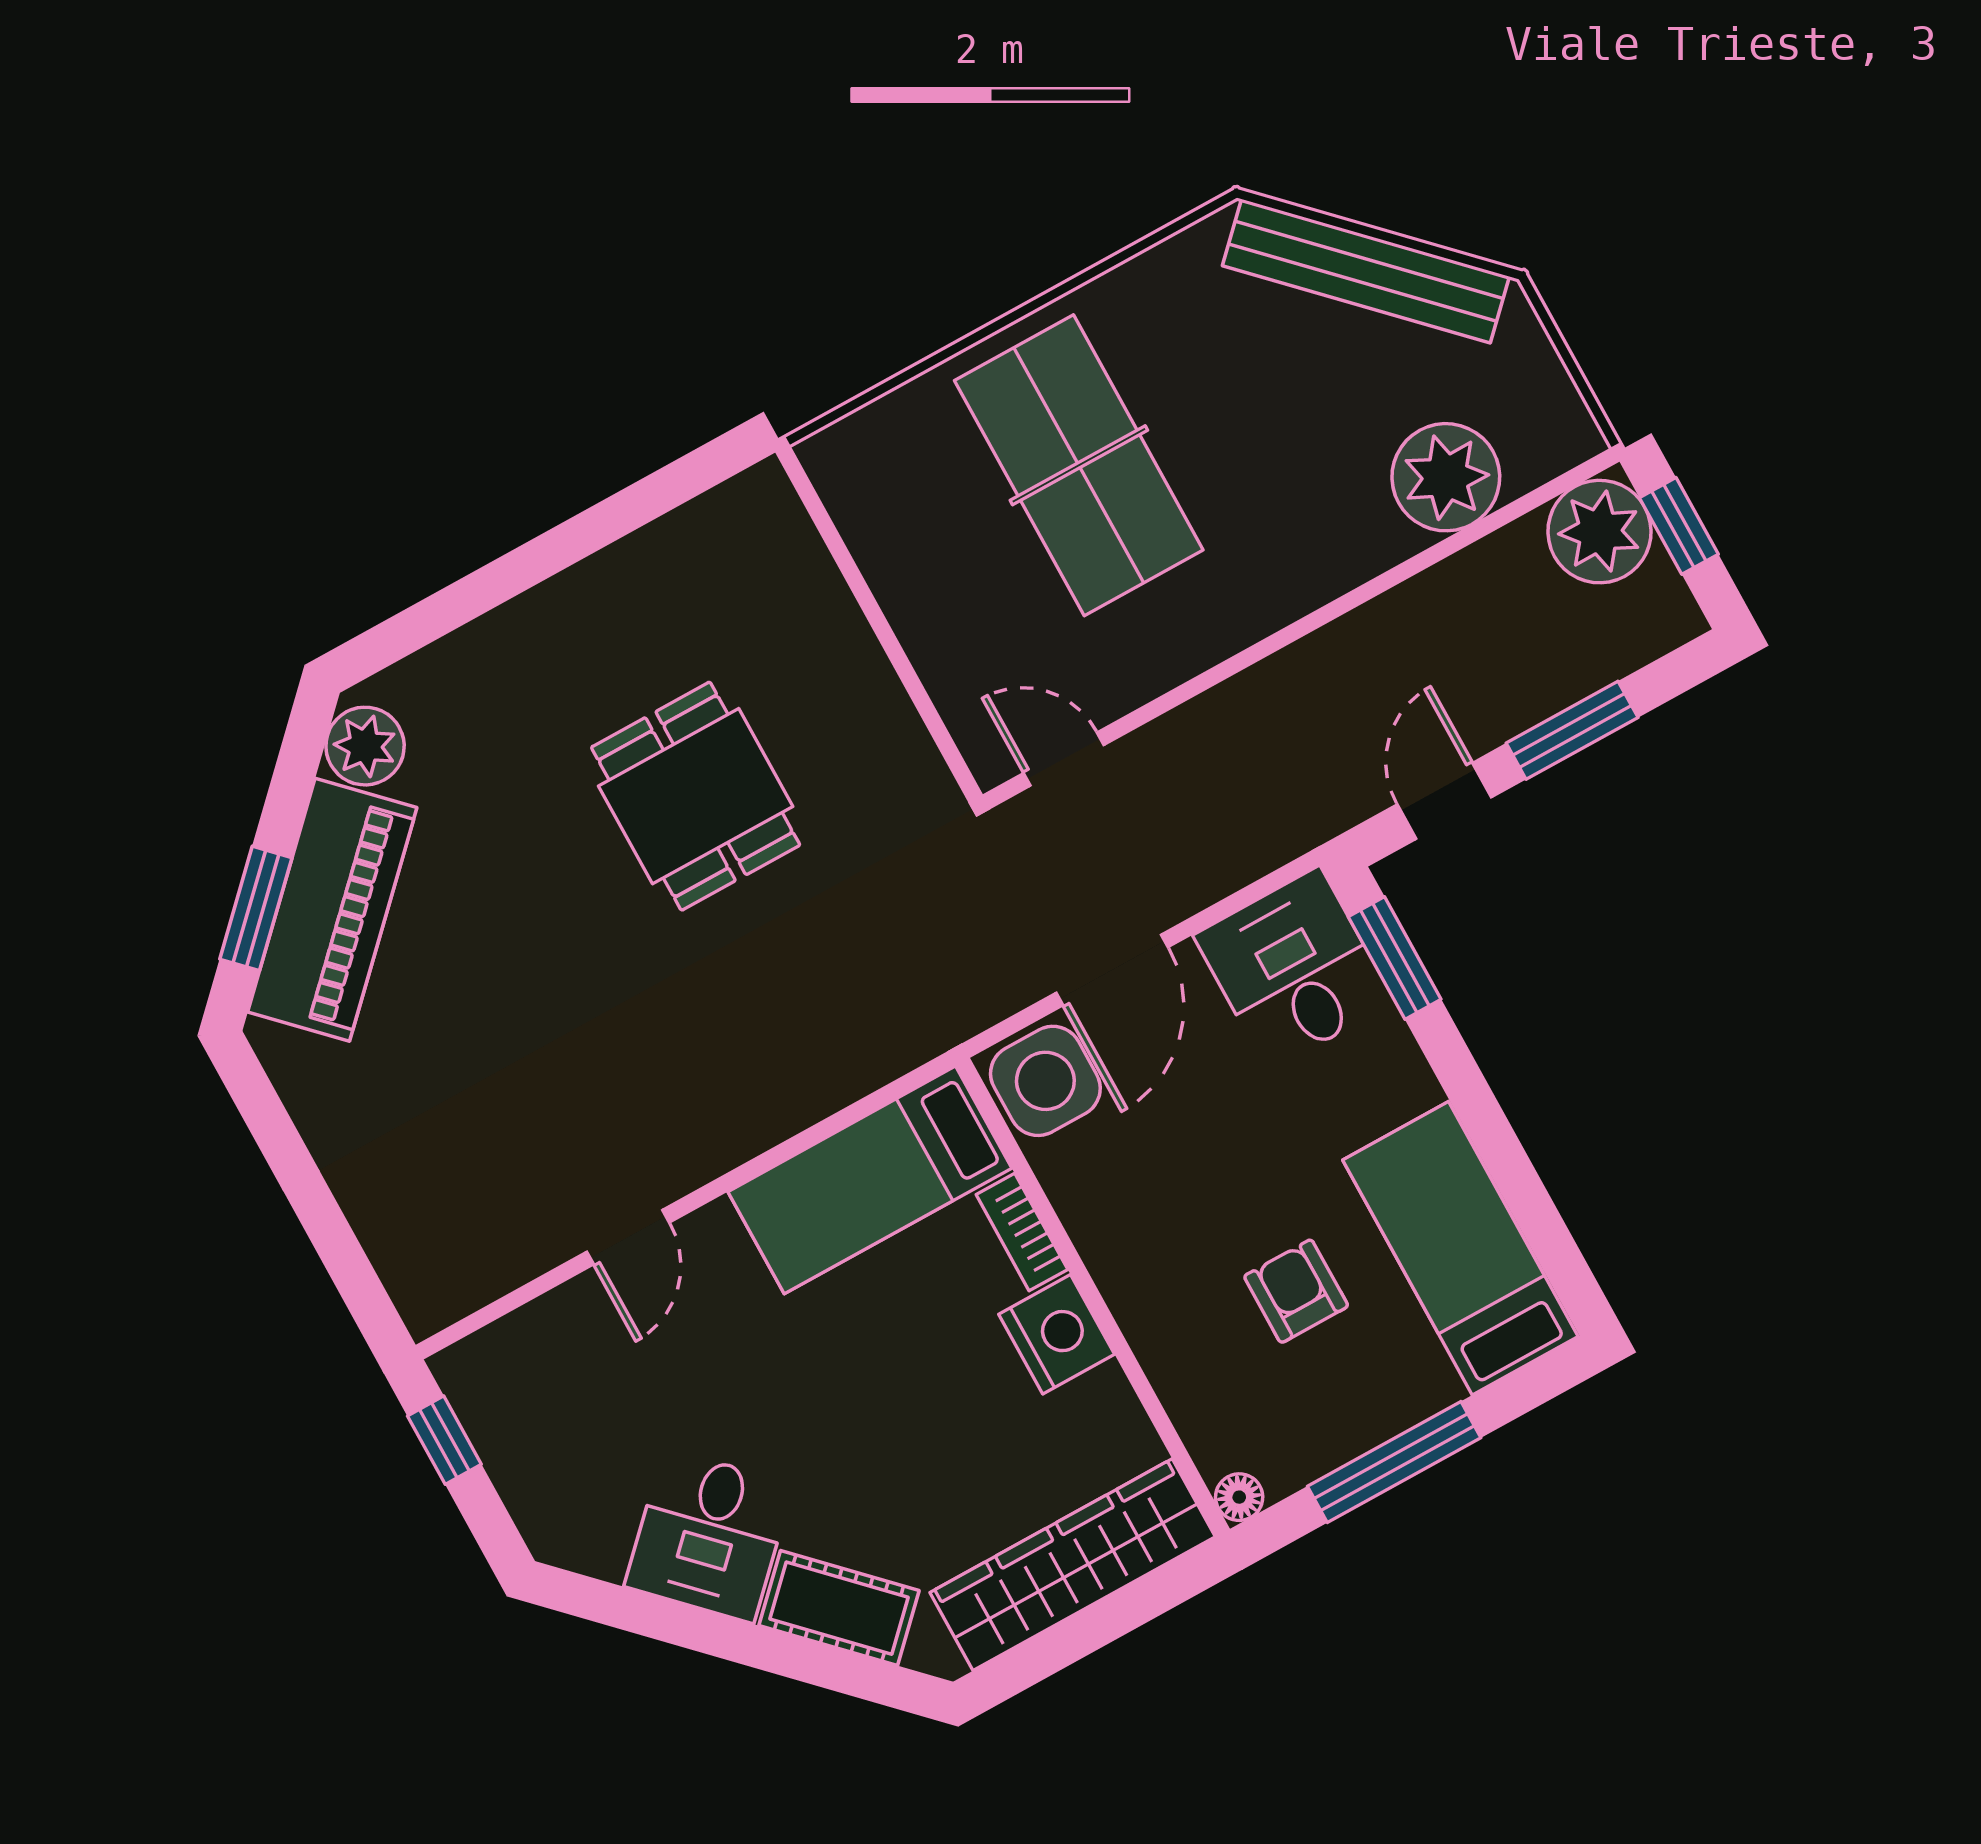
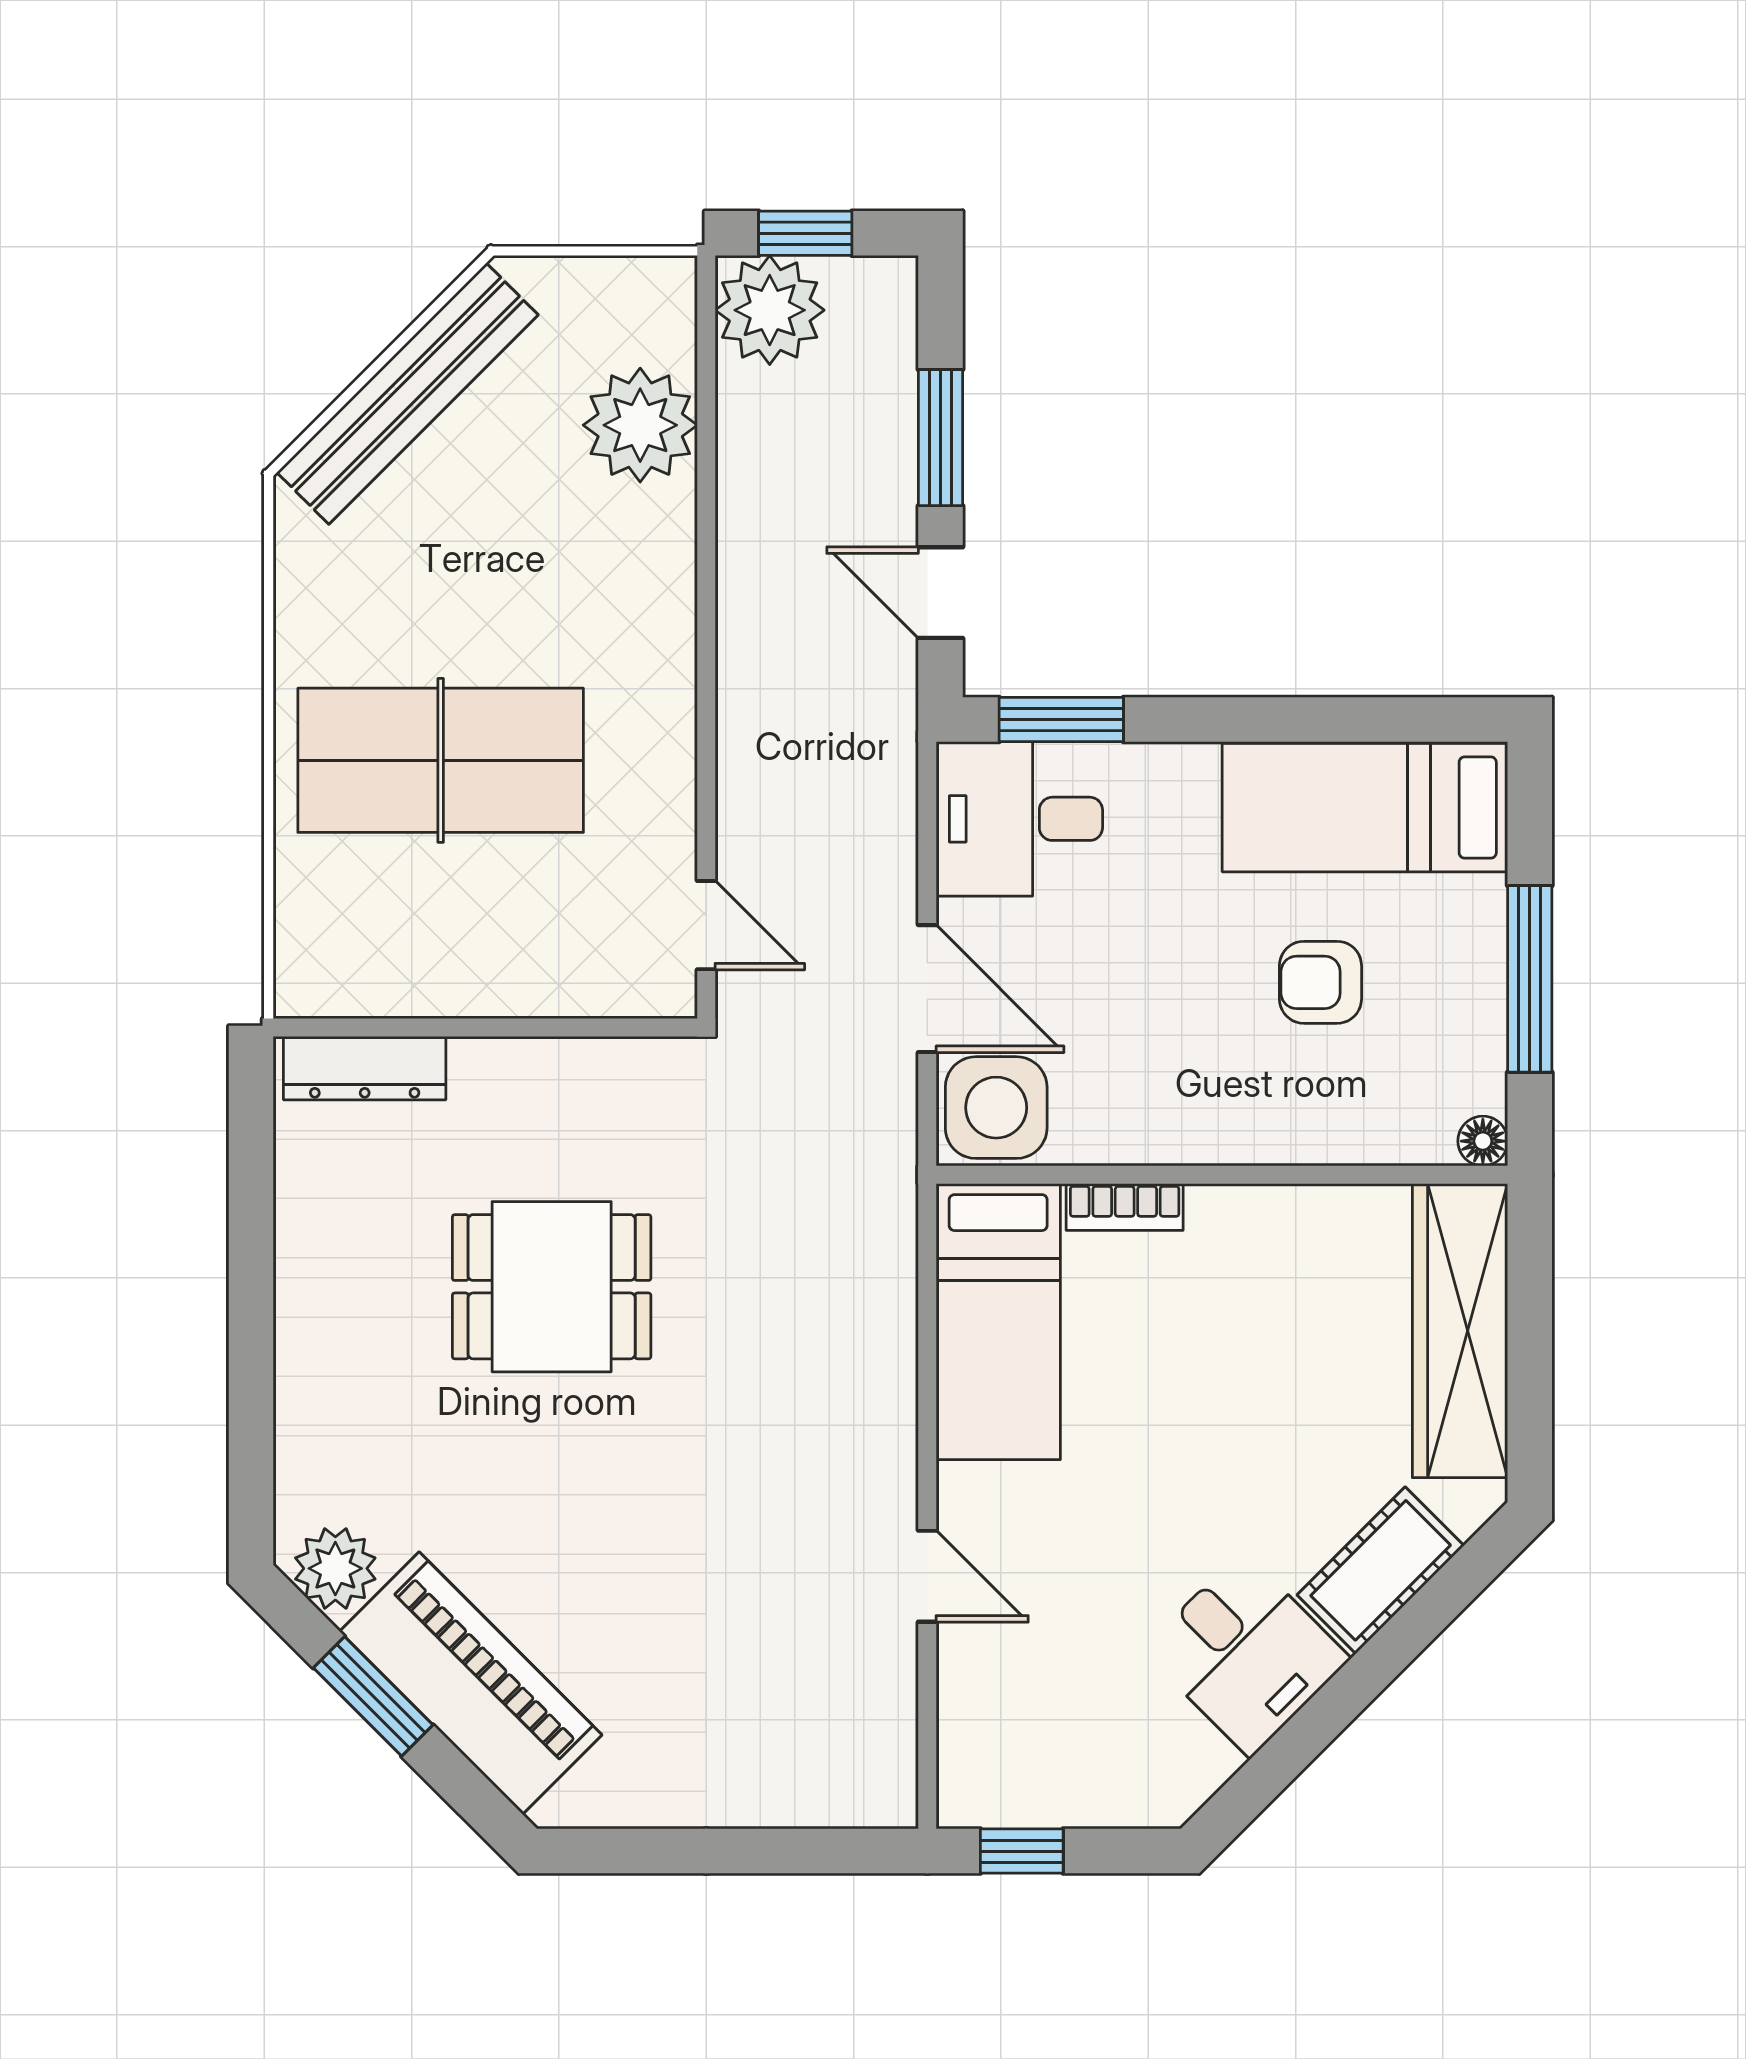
dresser: (791, 543) -> (365, 1068), added
door: (1064, 759) -> (706, 925), swing flipped
window: (256, 908) -> (373, 1696), moved
nightstand: (1057, 1334) -> (1238, 1227), removed

